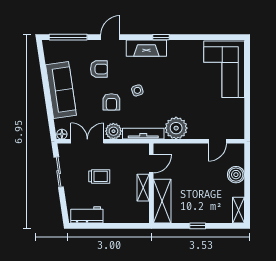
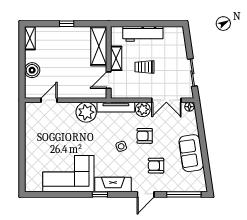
corner sofa: (224, 69) -> (68, 174), moved, turned -90
sofa: (61, 90) -> (191, 153), width x0.73
armchair: (111, 102) -> (145, 136), turned -90
trolley: (99, 176) -> (145, 67), moved
workbench: (87, 215) -> (143, 34), moved, width x1.37

